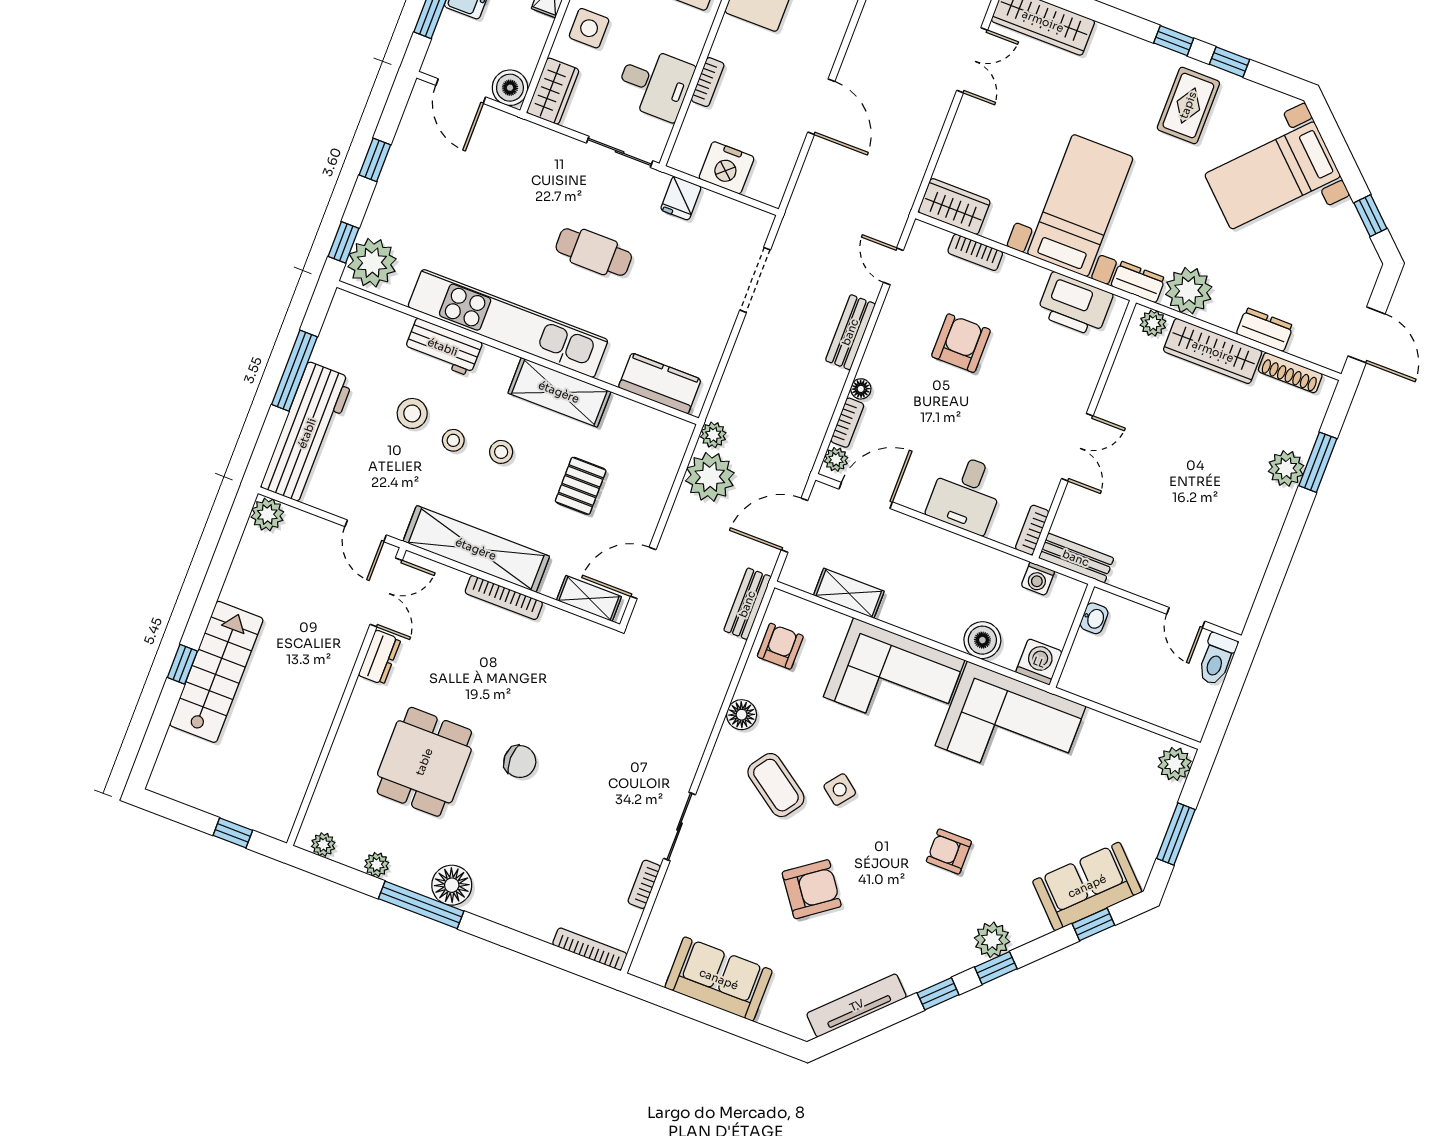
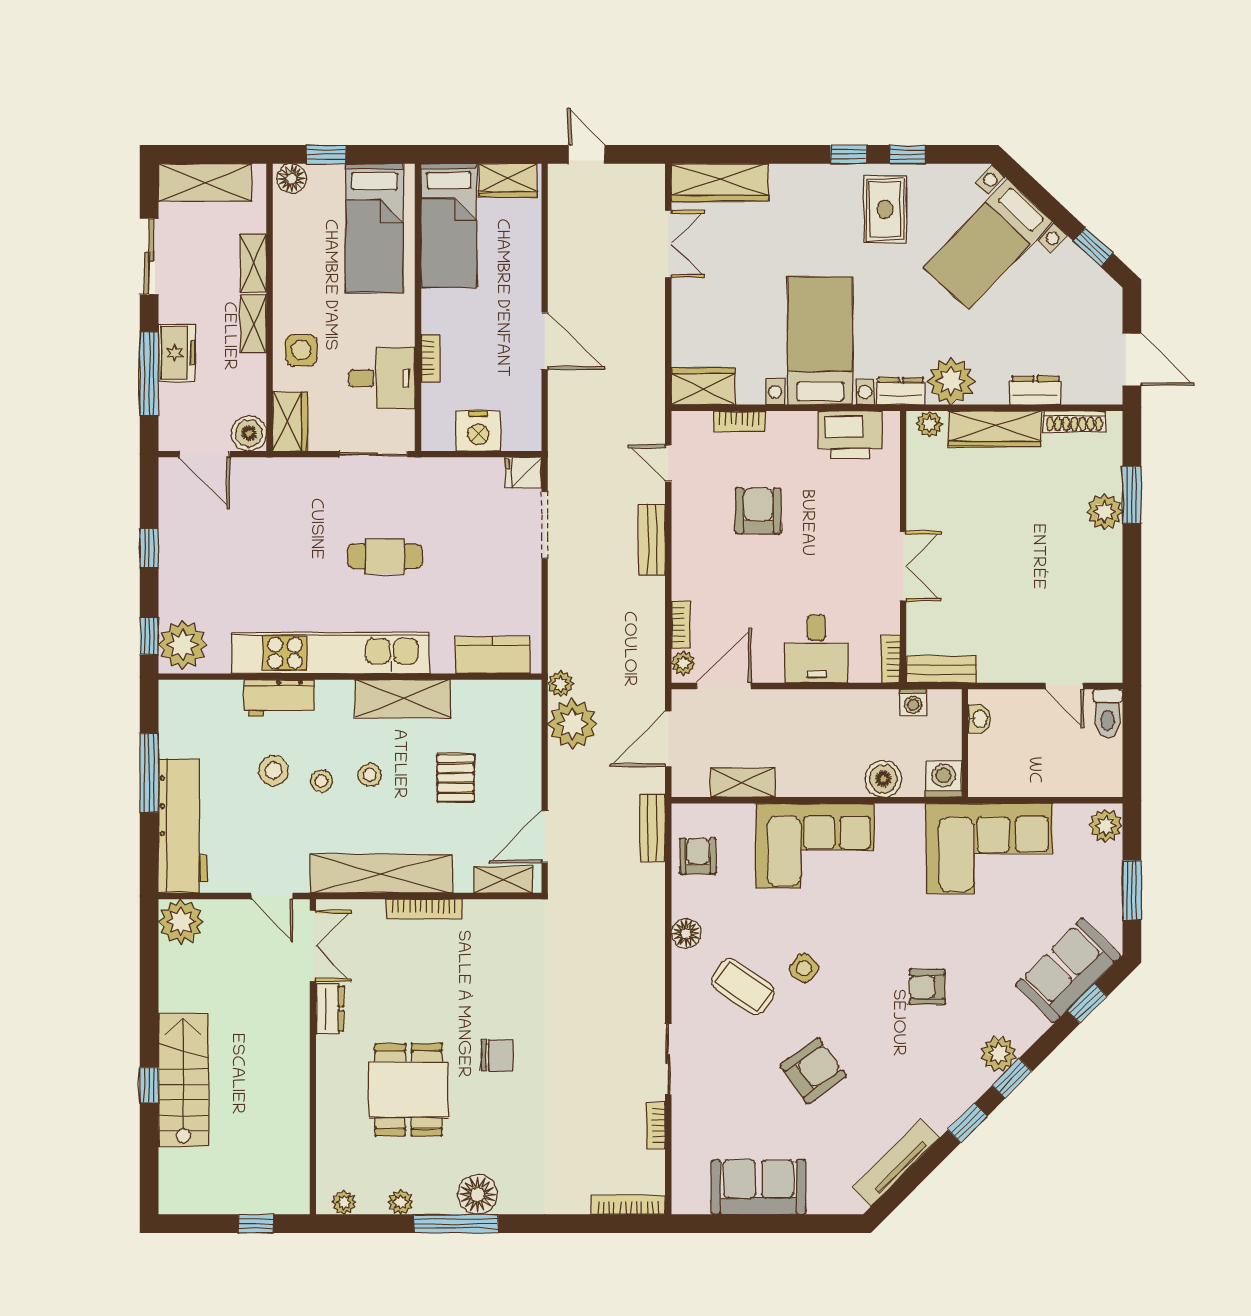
fridge: (681, 198) -> (523, 473), moved, turned 90
floor lamp: (861, 389) -> (681, 589), removed
plant: (267, 514) -> (181, 922), width x1.36, depth x1.36
corner sofa: (1011, 726) -> (989, 848), moved

